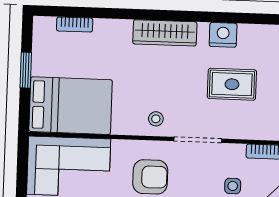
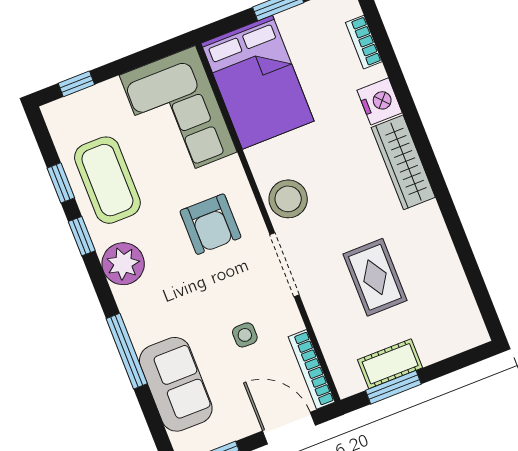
nightstand: (223, 35) -> (380, 101), moved
stool: (156, 119) -> (288, 199), width x1.89, depth x1.89

